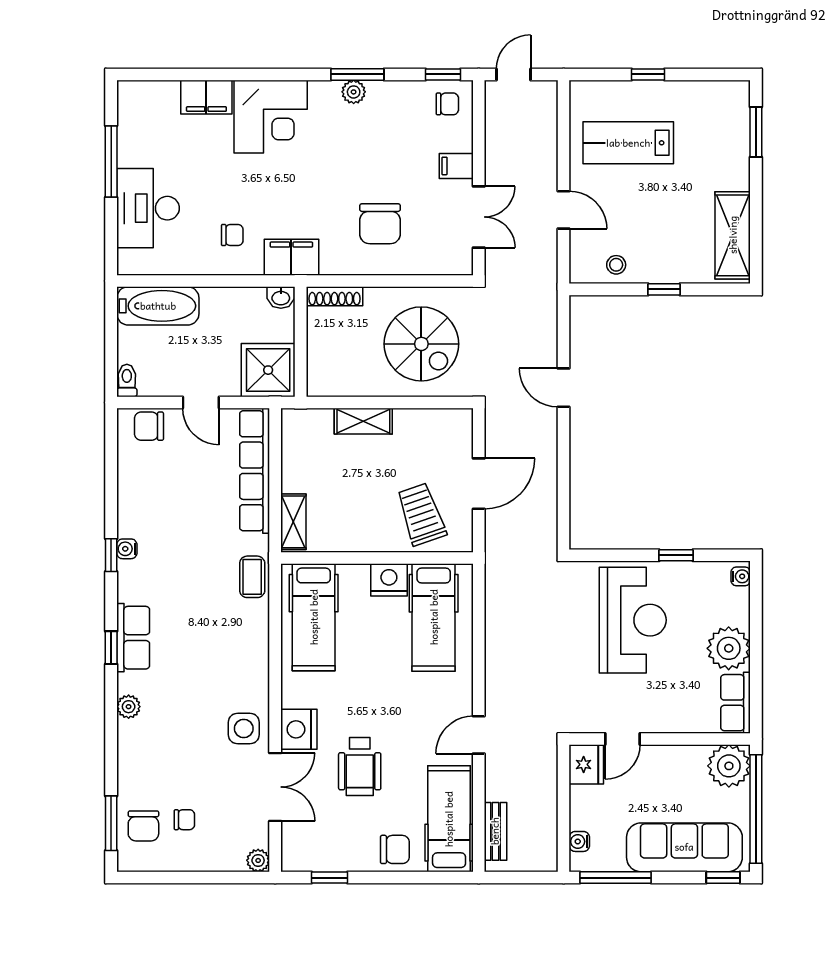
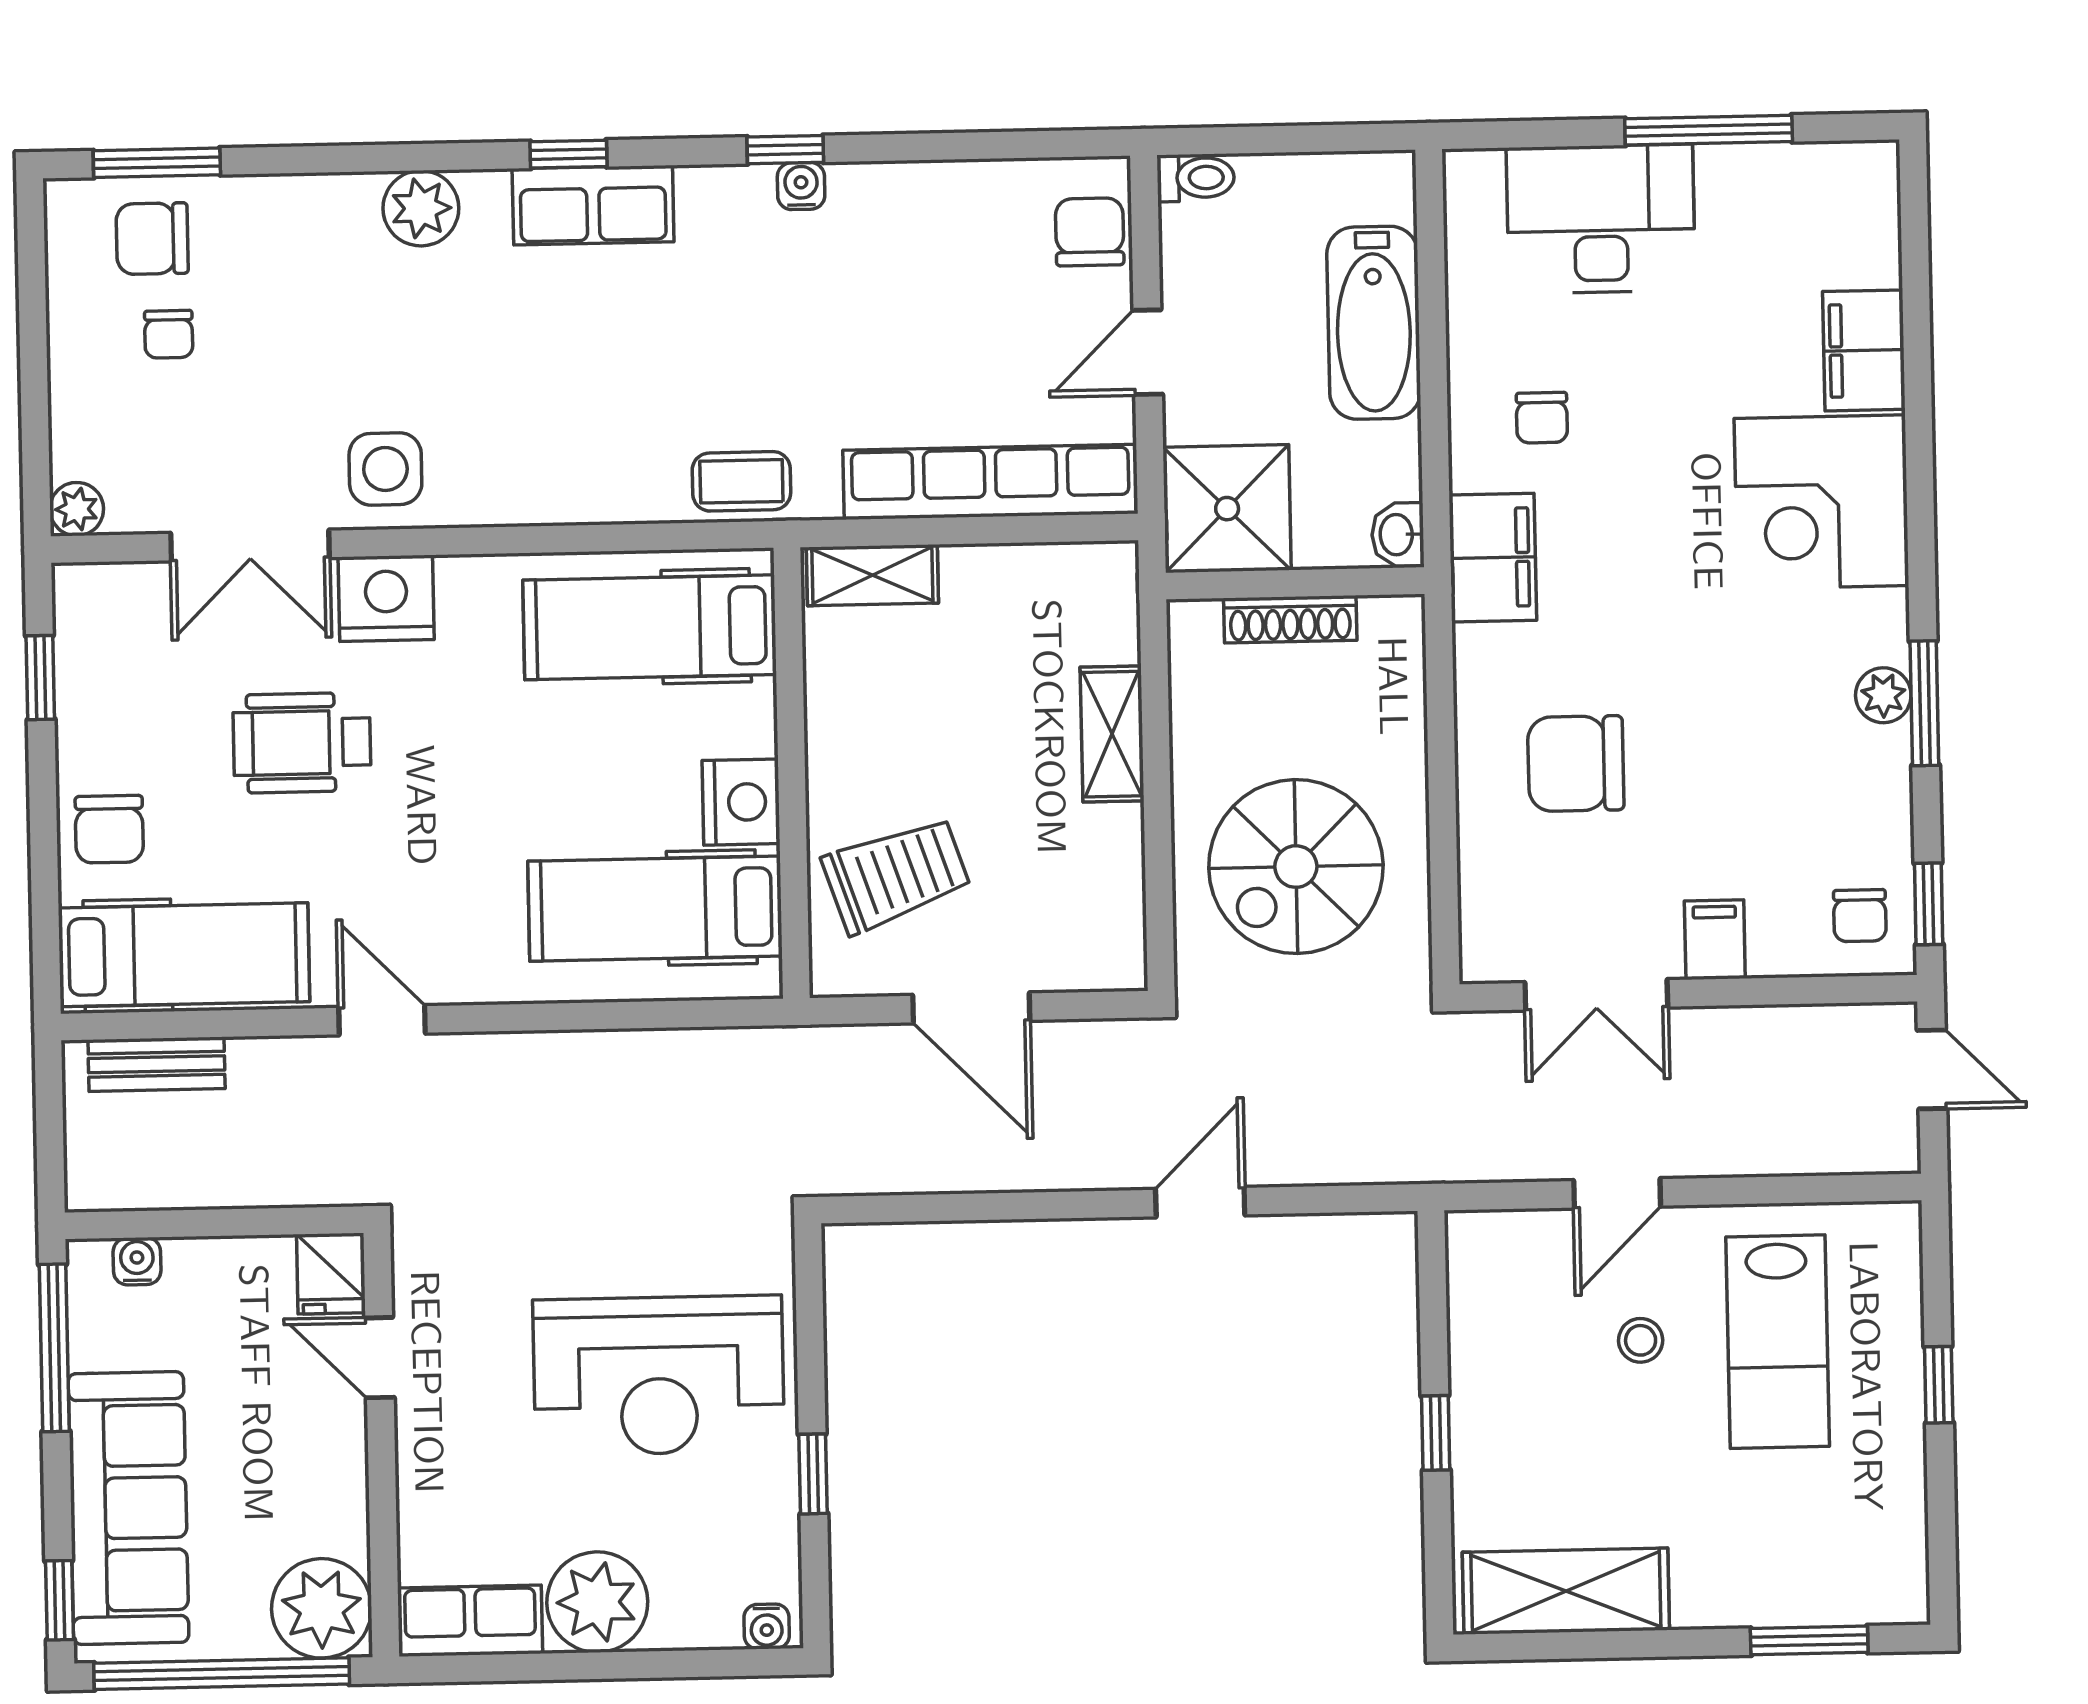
lab bench: (628, 143) -> (1778, 1342), turned 180
stool: (616, 265) -> (1641, 1340), moved
shoe rack: (334, 296) -> (1290, 619), moved, turned -90
bathtub: (158, 306) -> (1374, 323), moved
plant: (129, 707) -> (421, 208), width x1.38, depth x1.38
fridge: (586, 764) -> (331, 1274), width x0.72

